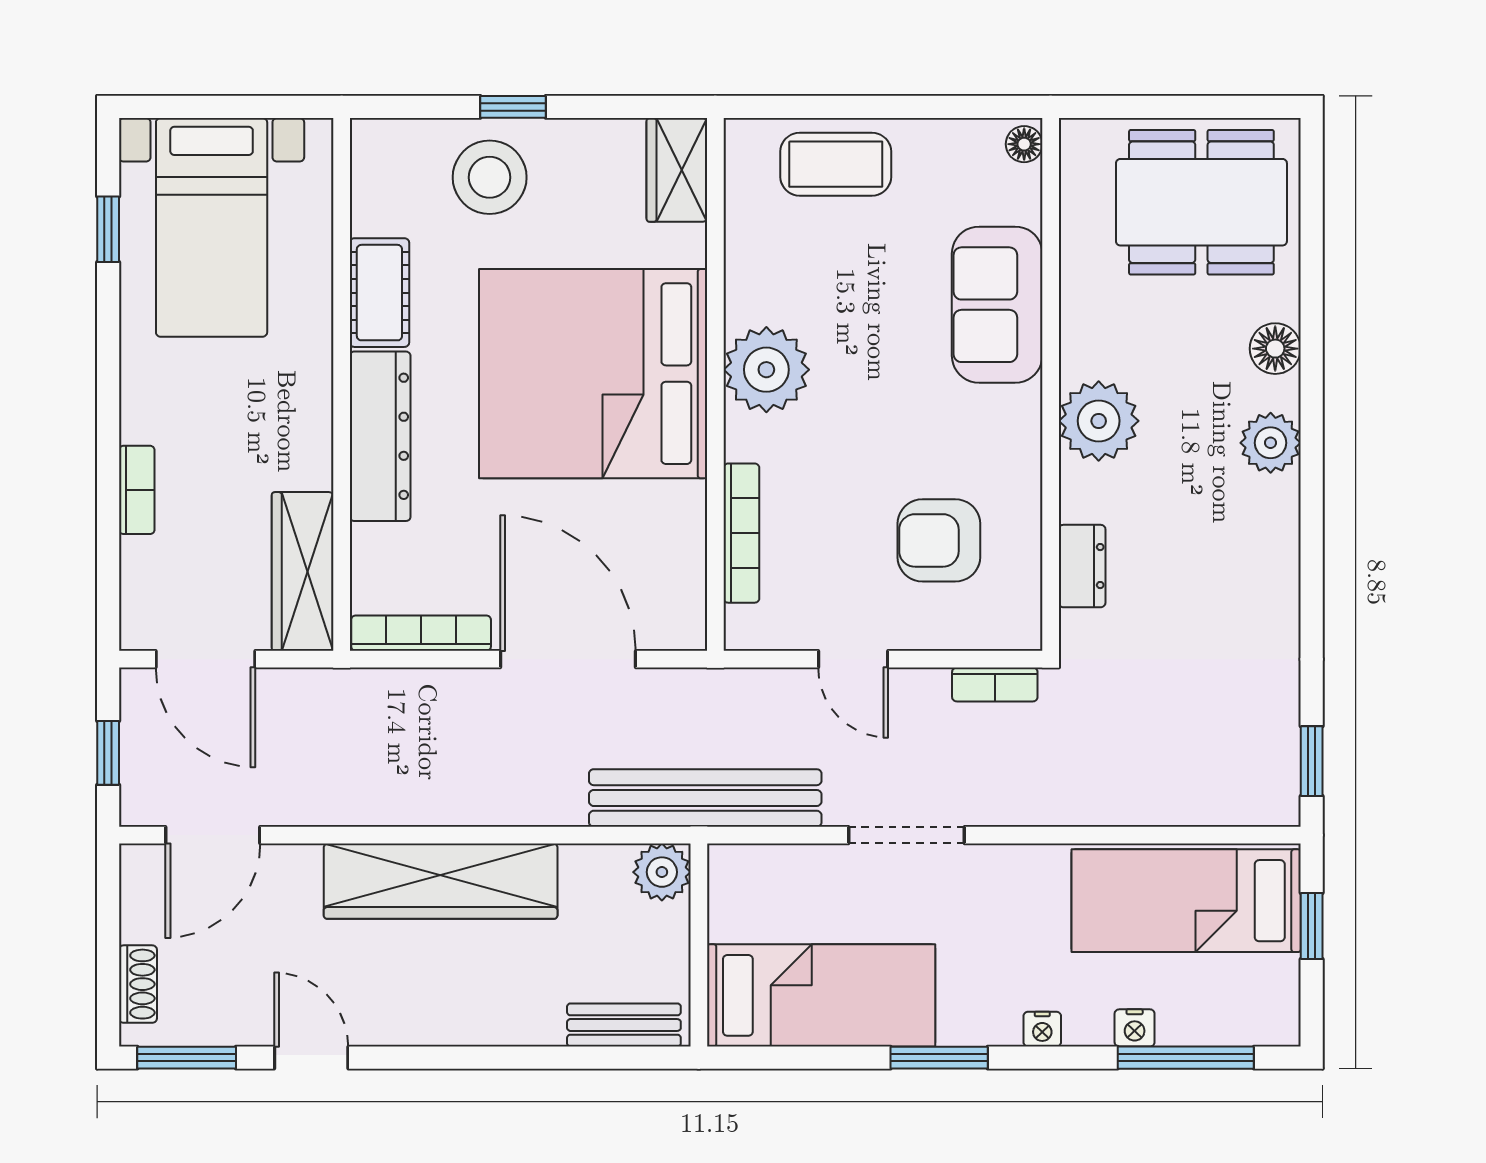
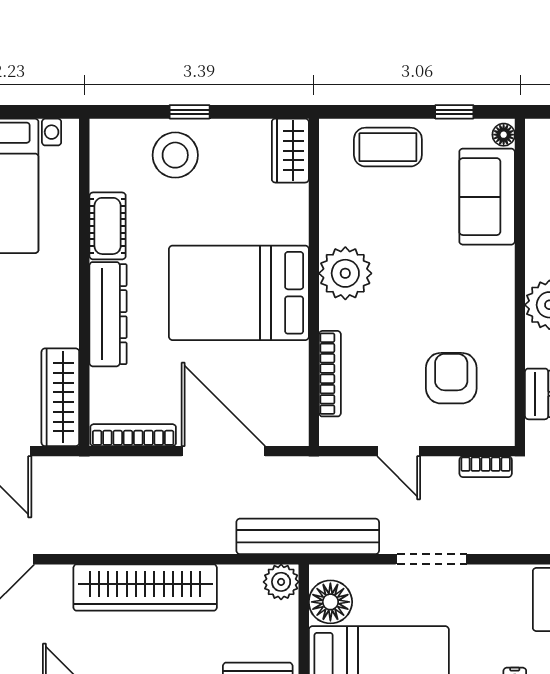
window: (944, 107) -> (454, 112), added
sofa: (997, 305) -> (487, 197), moved
bed: (593, 374) -> (239, 293), width x0.73
armchair: (939, 540) -> (451, 378), turned 90
floor lamp: (742, 905) -> (330, 602), added

